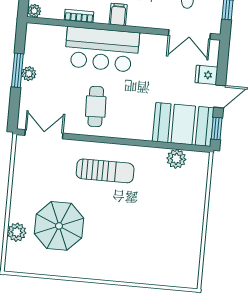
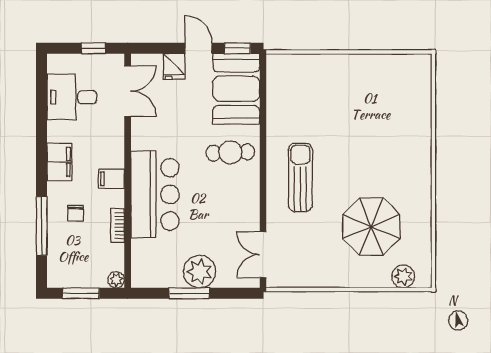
plant: (29, 74) -> (200, 272), width x1.88, depth x1.88
cafe table: (96, 107) -> (230, 152), moved
plant: (176, 159) -> (278, 93), removed
plant: (17, 232) -> (403, 277), moved

